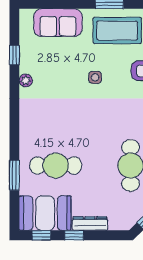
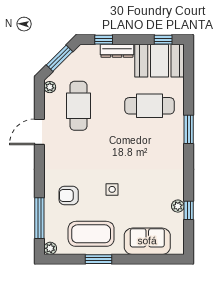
plant: (26, 81) -> (178, 206), moved
window: (14, 175) -> (189, 129), moved
window: (74, 235) -> (104, 40), moved

